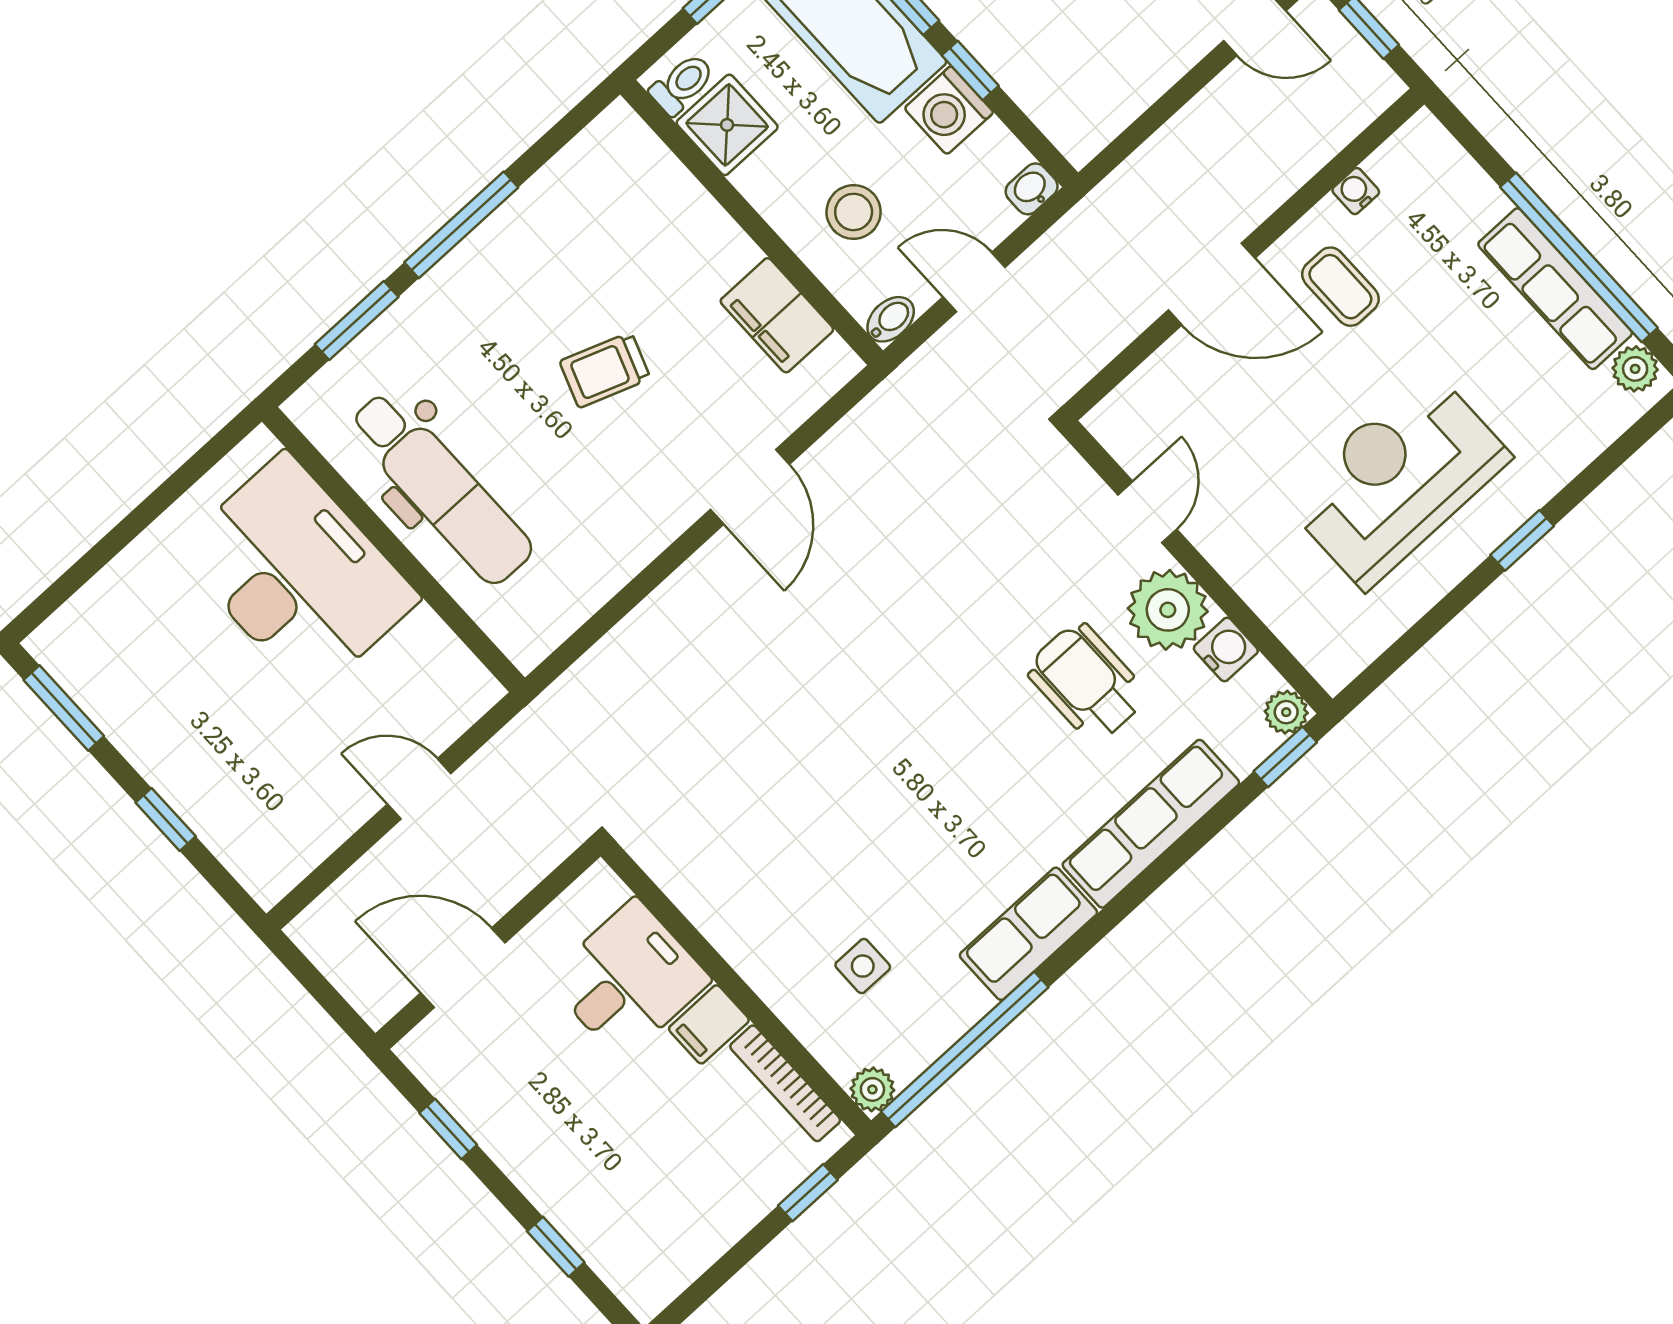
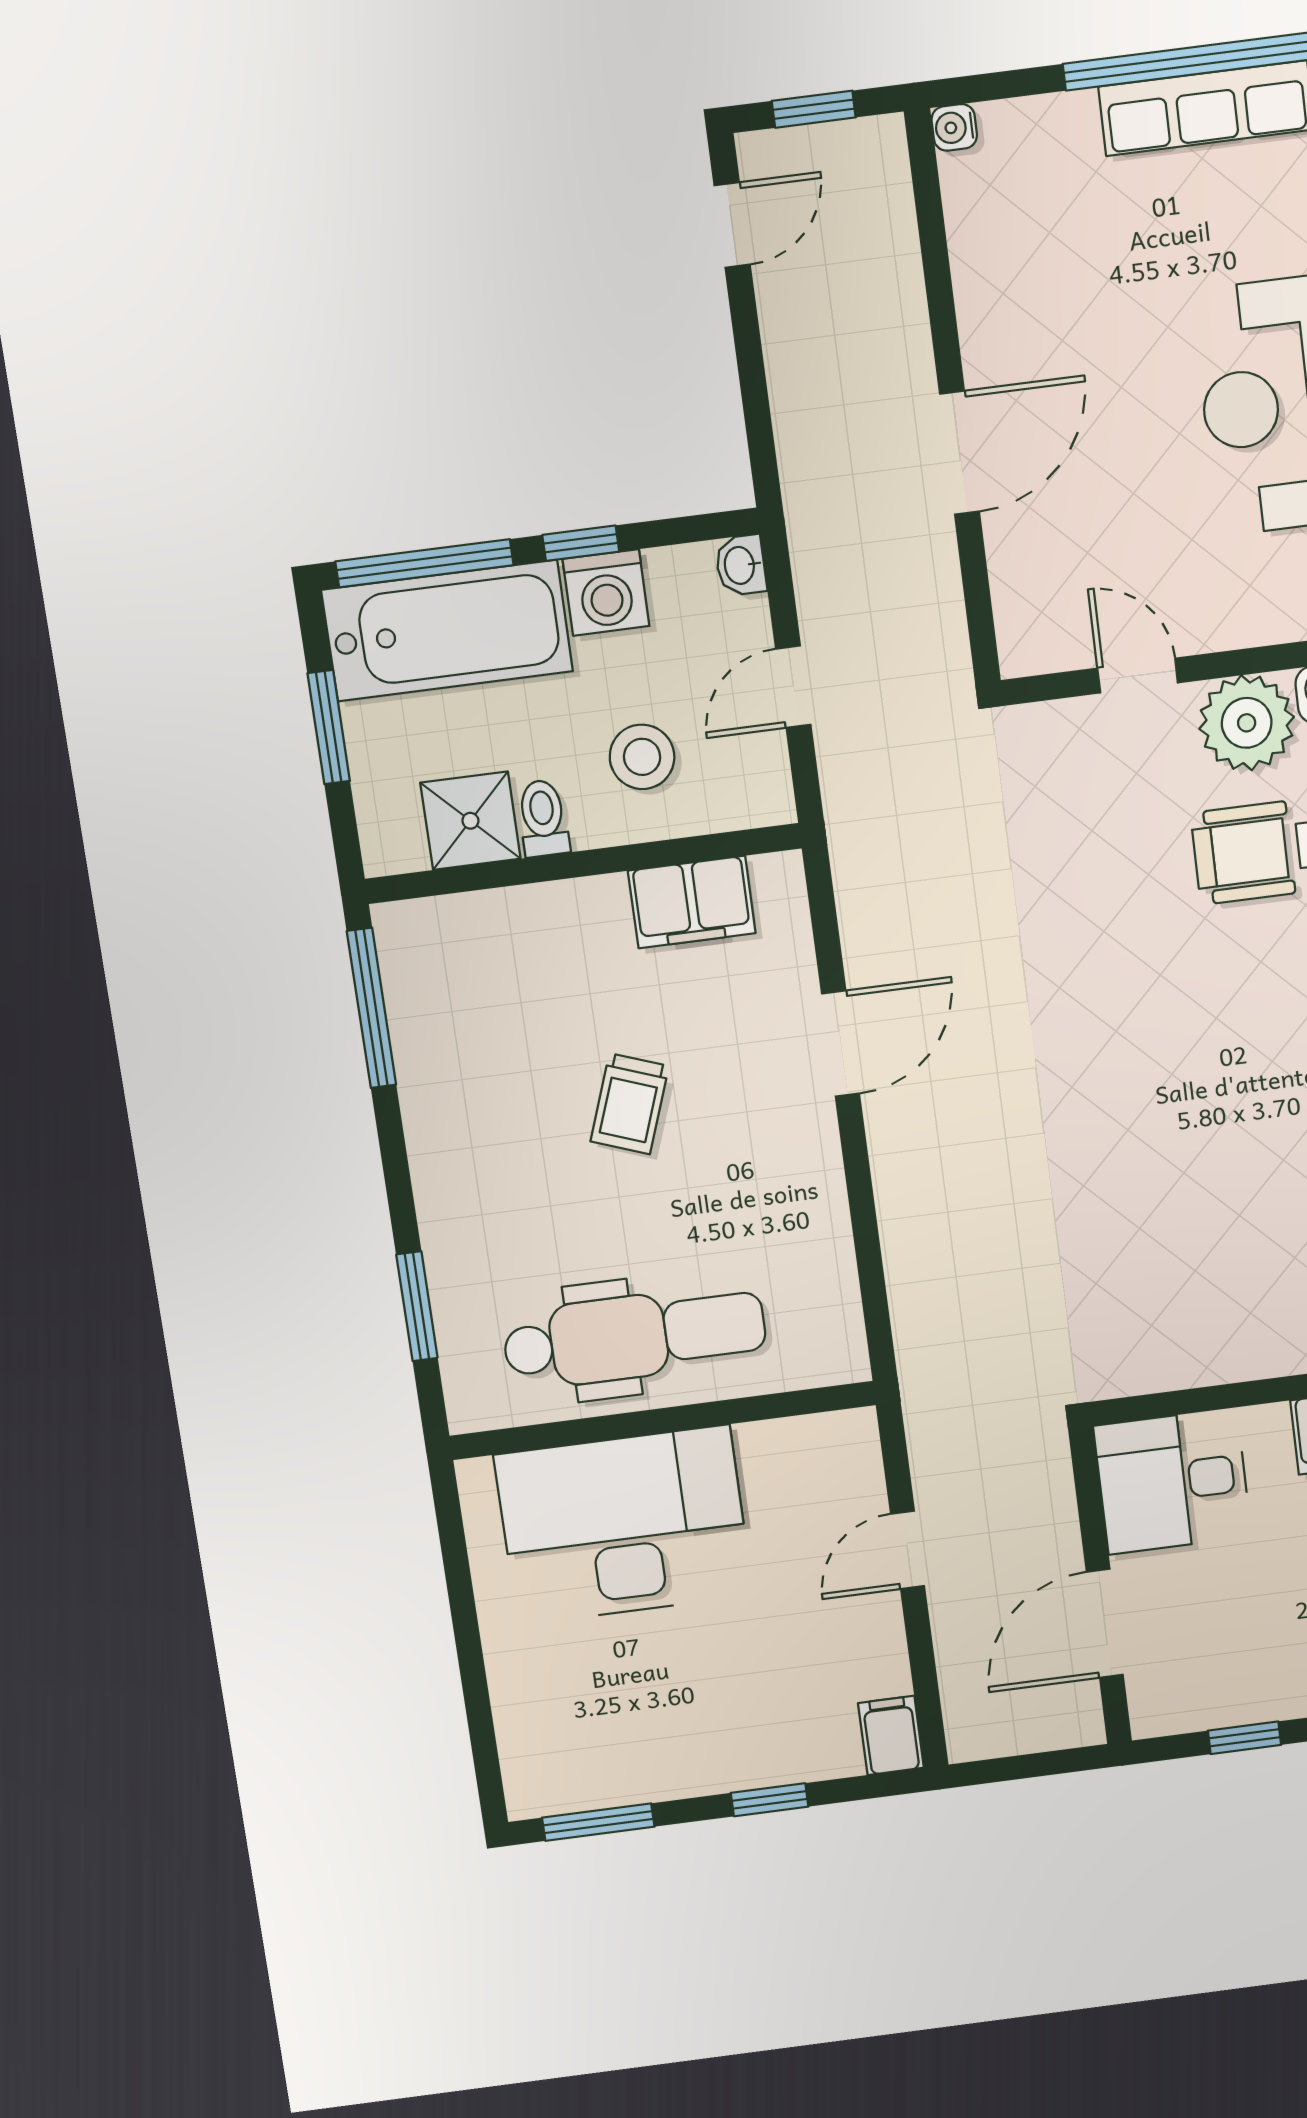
toilet: (682, 84) -> (543, 818), moved
water cooler: (1356, 191) -> (954, 127), moved
window: (461, 225) -> (371, 1008), moved
coffee table: (1340, 287) -> (1052, 325), removed
bidet: (891, 319) -> (773, 794), removed
door: (750, 487) -> (841, 1044), hinge flipped
filing cabinet: (274, 873) -> (891, 1735), added
desk: (628, 980) -> (1173, 1481), moved, turned -90

